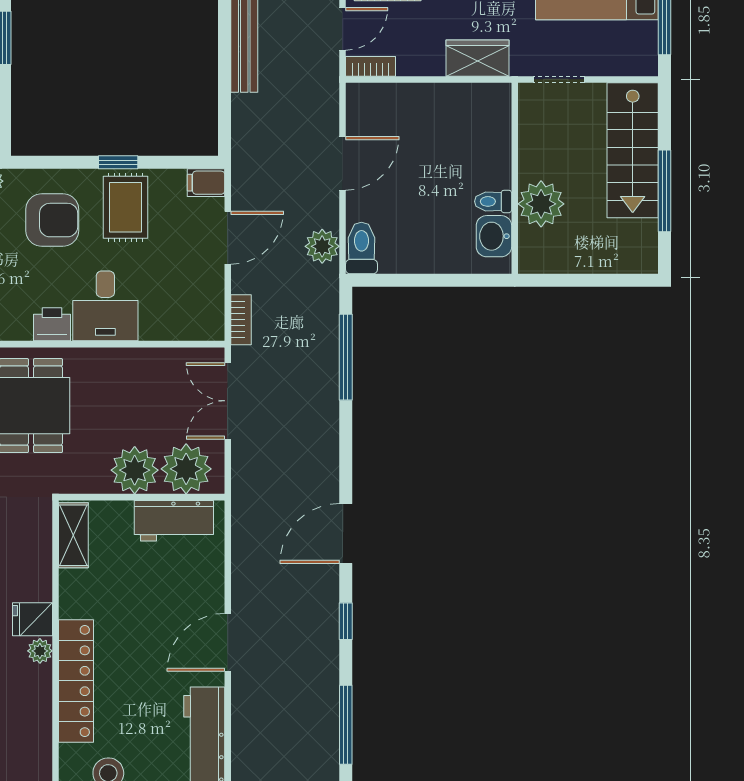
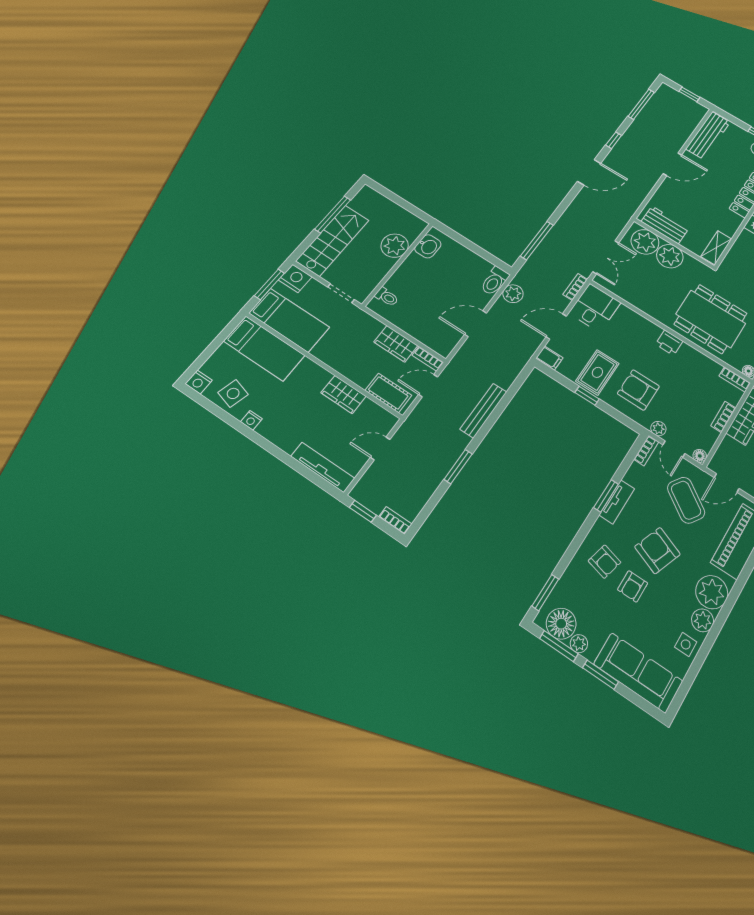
wardrobe: (477, 58) -> (396, 344), moved
nightstand: (637, 58) -> (295, 278), added
toilet: (493, 201) -> (387, 297), moved
desk: (105, 306) -> (595, 308), moved

